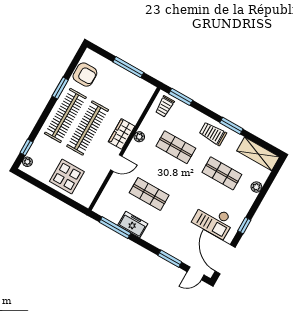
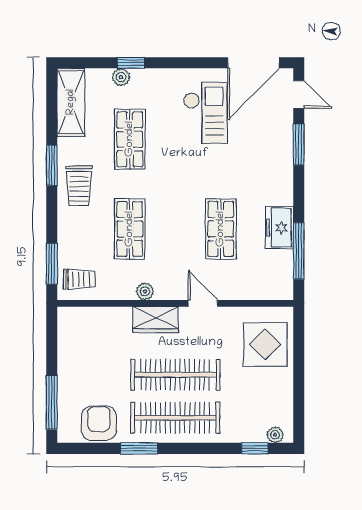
window: (128, 67) -> (52, 402), moved
display table: (67, 176) -> (265, 344), moved
window: (244, 226) -> (131, 63), moved

